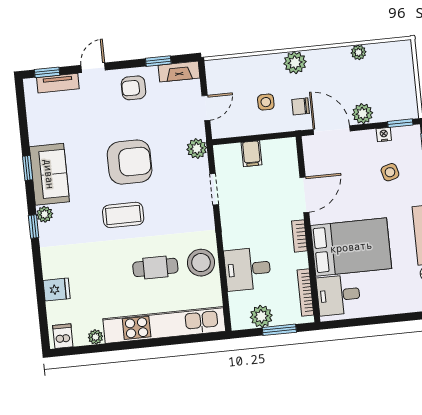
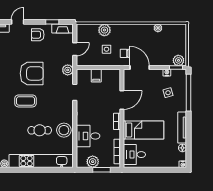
plant: (295, 63) -> (104, 30), moved
plant: (363, 114) -> (178, 60), moved
bed: (351, 247) -> (144, 130), width x0.67

